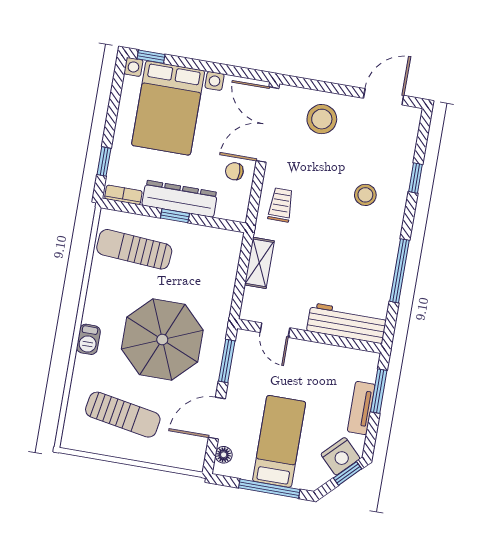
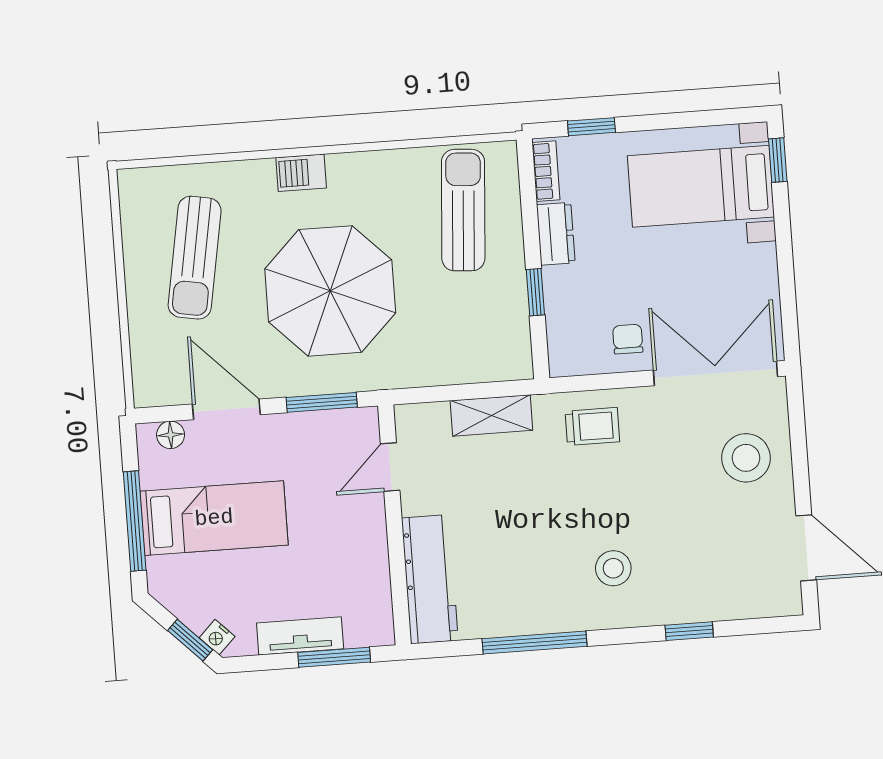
bed with nightstands: (168, 108) -> (701, 186), width x0.73
stool: (365, 195) -> (613, 568), moved
dresser: (180, 199) -> (556, 234), width x0.51, depth x0.80
window: (175, 216) -> (535, 292), moved
nightstand: (340, 456) -> (217, 637), width x0.53, depth x0.56

